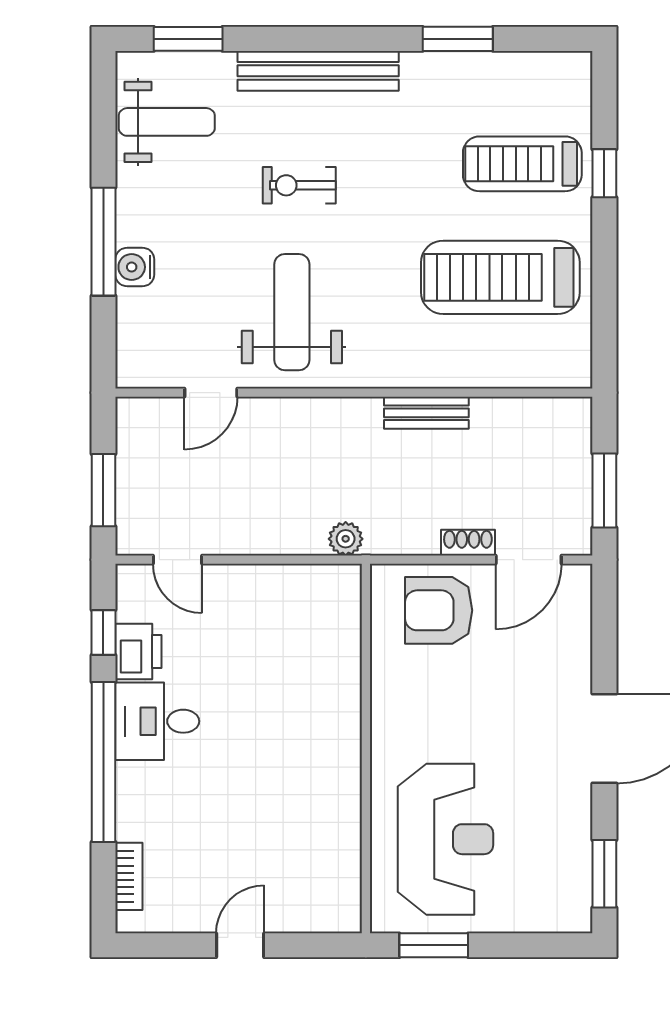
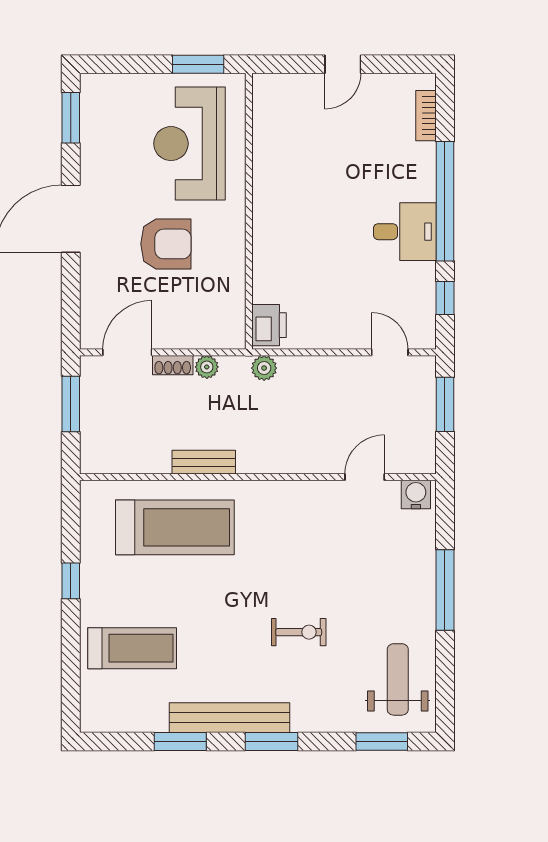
window: (336, 39) -> (272, 742), added
bench: (318, 71) -> (230, 718), moved
weight bench: (167, 122) -> (398, 679), turned 90
window: (604, 173) -> (71, 581), moved
water cooler: (135, 267) -> (416, 495), moved, turned -90
treadmill: (500, 277) -> (175, 527), moved
weight bench: (292, 312) -> (304, 537), removed
plant: (422, 540) -> (207, 367), added
armchair: (439, 610) -> (166, 244), moved
printer: (138, 651) -> (269, 325), moved, turned 180

